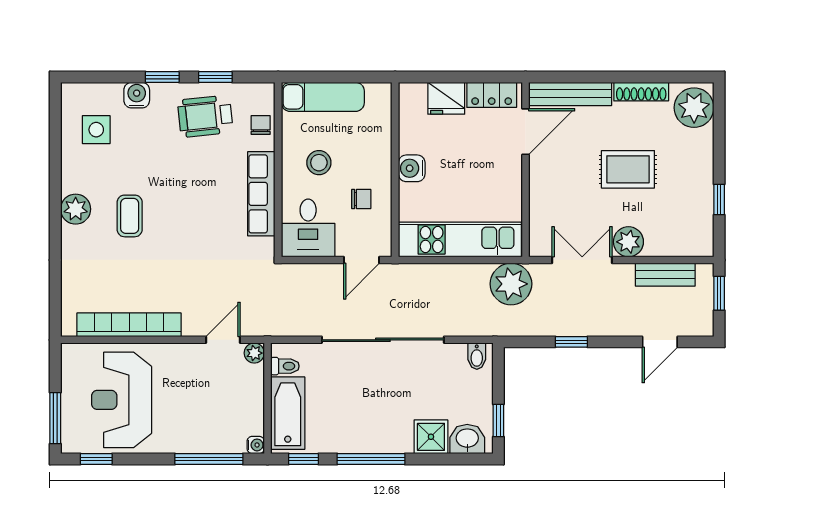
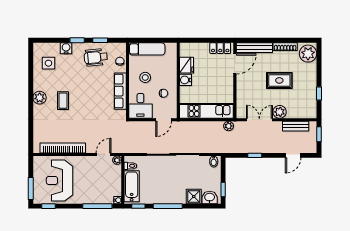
fridge: (446, 98) -> (187, 65), moved, turned -90
plant: (511, 284) -> (229, 126), width x0.53, depth x0.53

